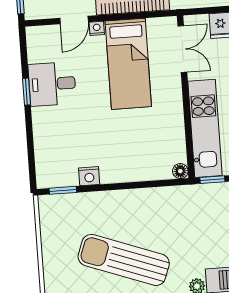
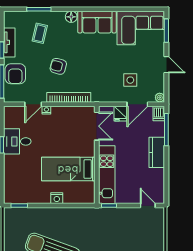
bed: (128, 64) -> (68, 169), moved, turned 90
floor lamp: (180, 171) -> (90, 199), removed
nightstand: (89, 176) -> (57, 198), moved

